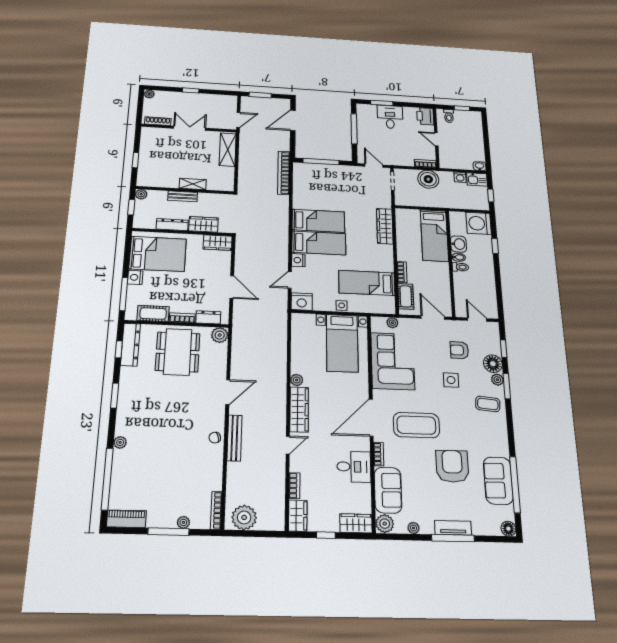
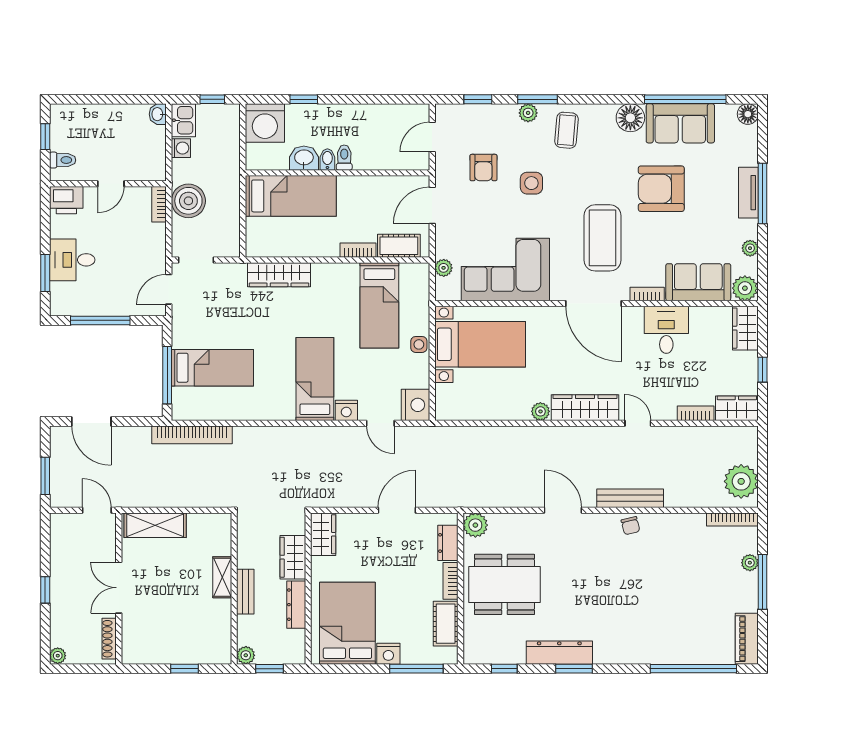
bed: (318, 221) -> (212, 368), moved, turned 90
dresser: (130, 345) -> (559, 653), moved
floor lamp: (493, 364) -> (630, 118), moved
plant: (120, 442) -> (642, 656), removed

